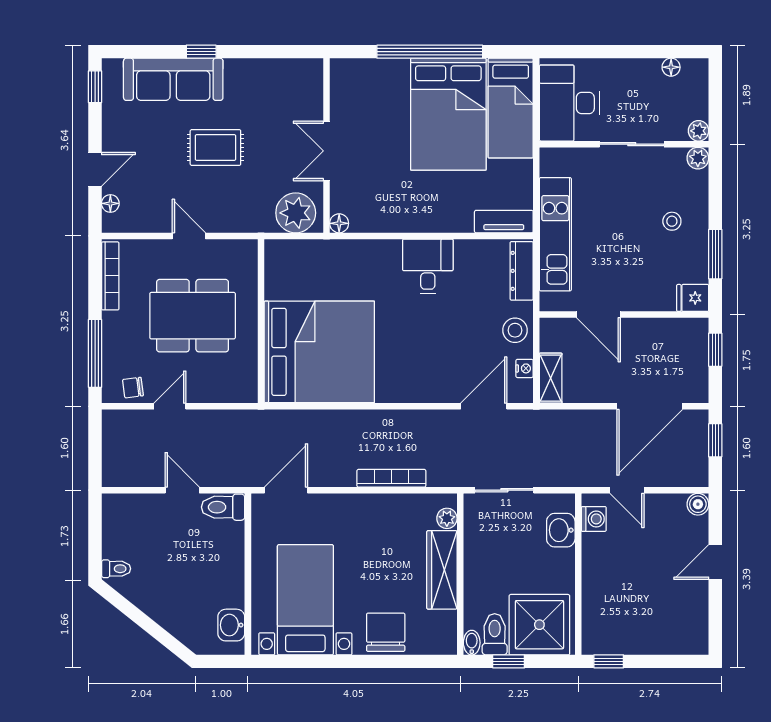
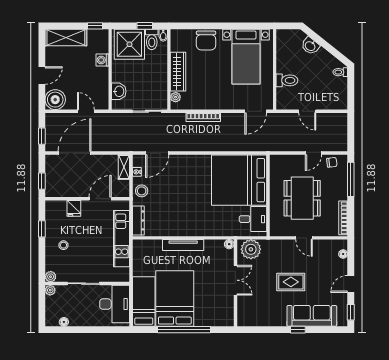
door: (95, 169) -> (351, 284), moved
tv unit: (504, 222) -> (183, 245), moved, width x1.41
window: (715, 254) -> (42, 229), width x0.67
desk: (428, 266) -> (253, 219), moved, turned -90
fridge: (693, 298) -> (74, 208), moved, turned 90
door: (598, 315) -> (100, 199), hinge flipped
dining table: (193, 316) -> (302, 198), turned 90
boiler: (698, 504) -> (55, 100), width x1.86, depth x1.86
toilet: (223, 507) -> (287, 80), moved
washing machine: (594, 519) -> (102, 60), moved
washbasin: (231, 625) -> (310, 46), moved, turned 129
shelving: (667, 638) -> (66, 38), added

